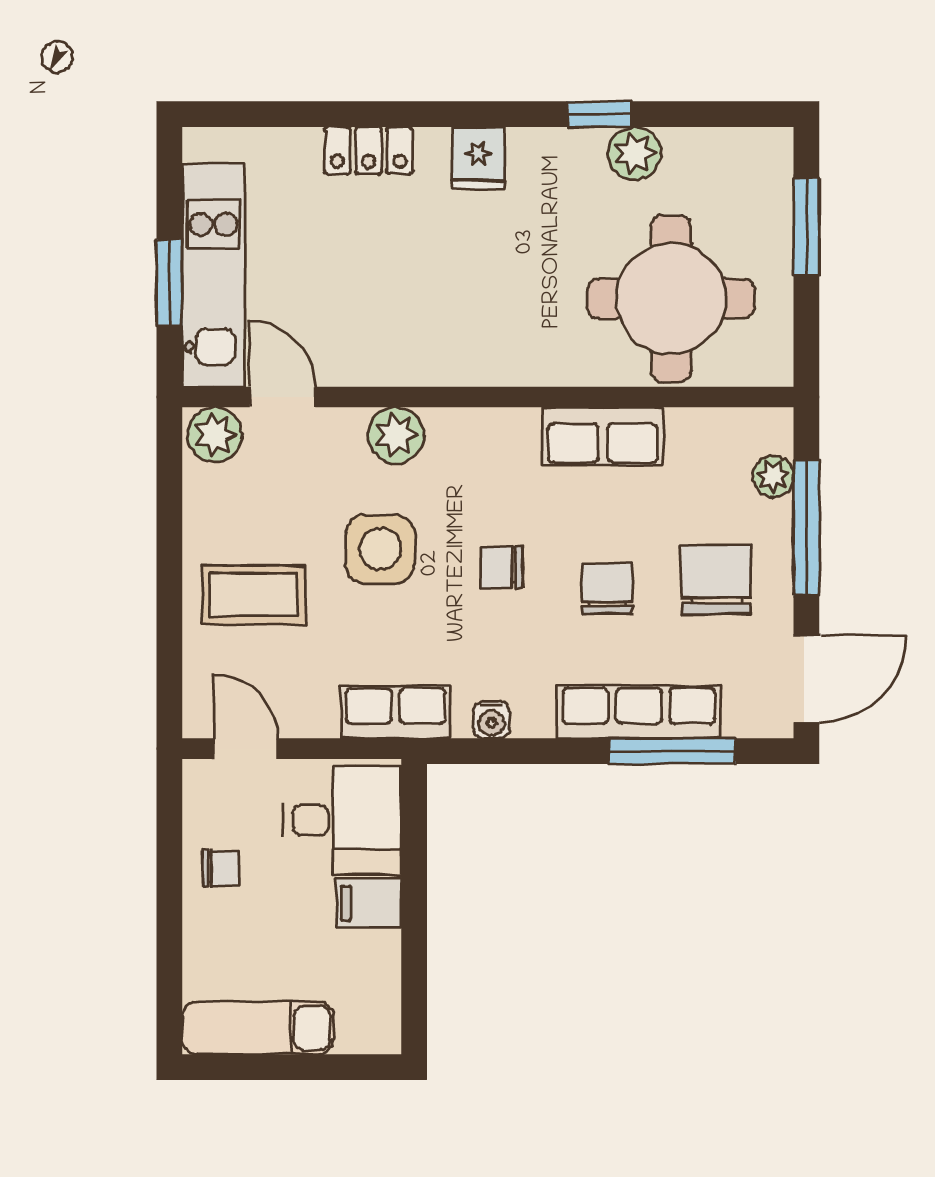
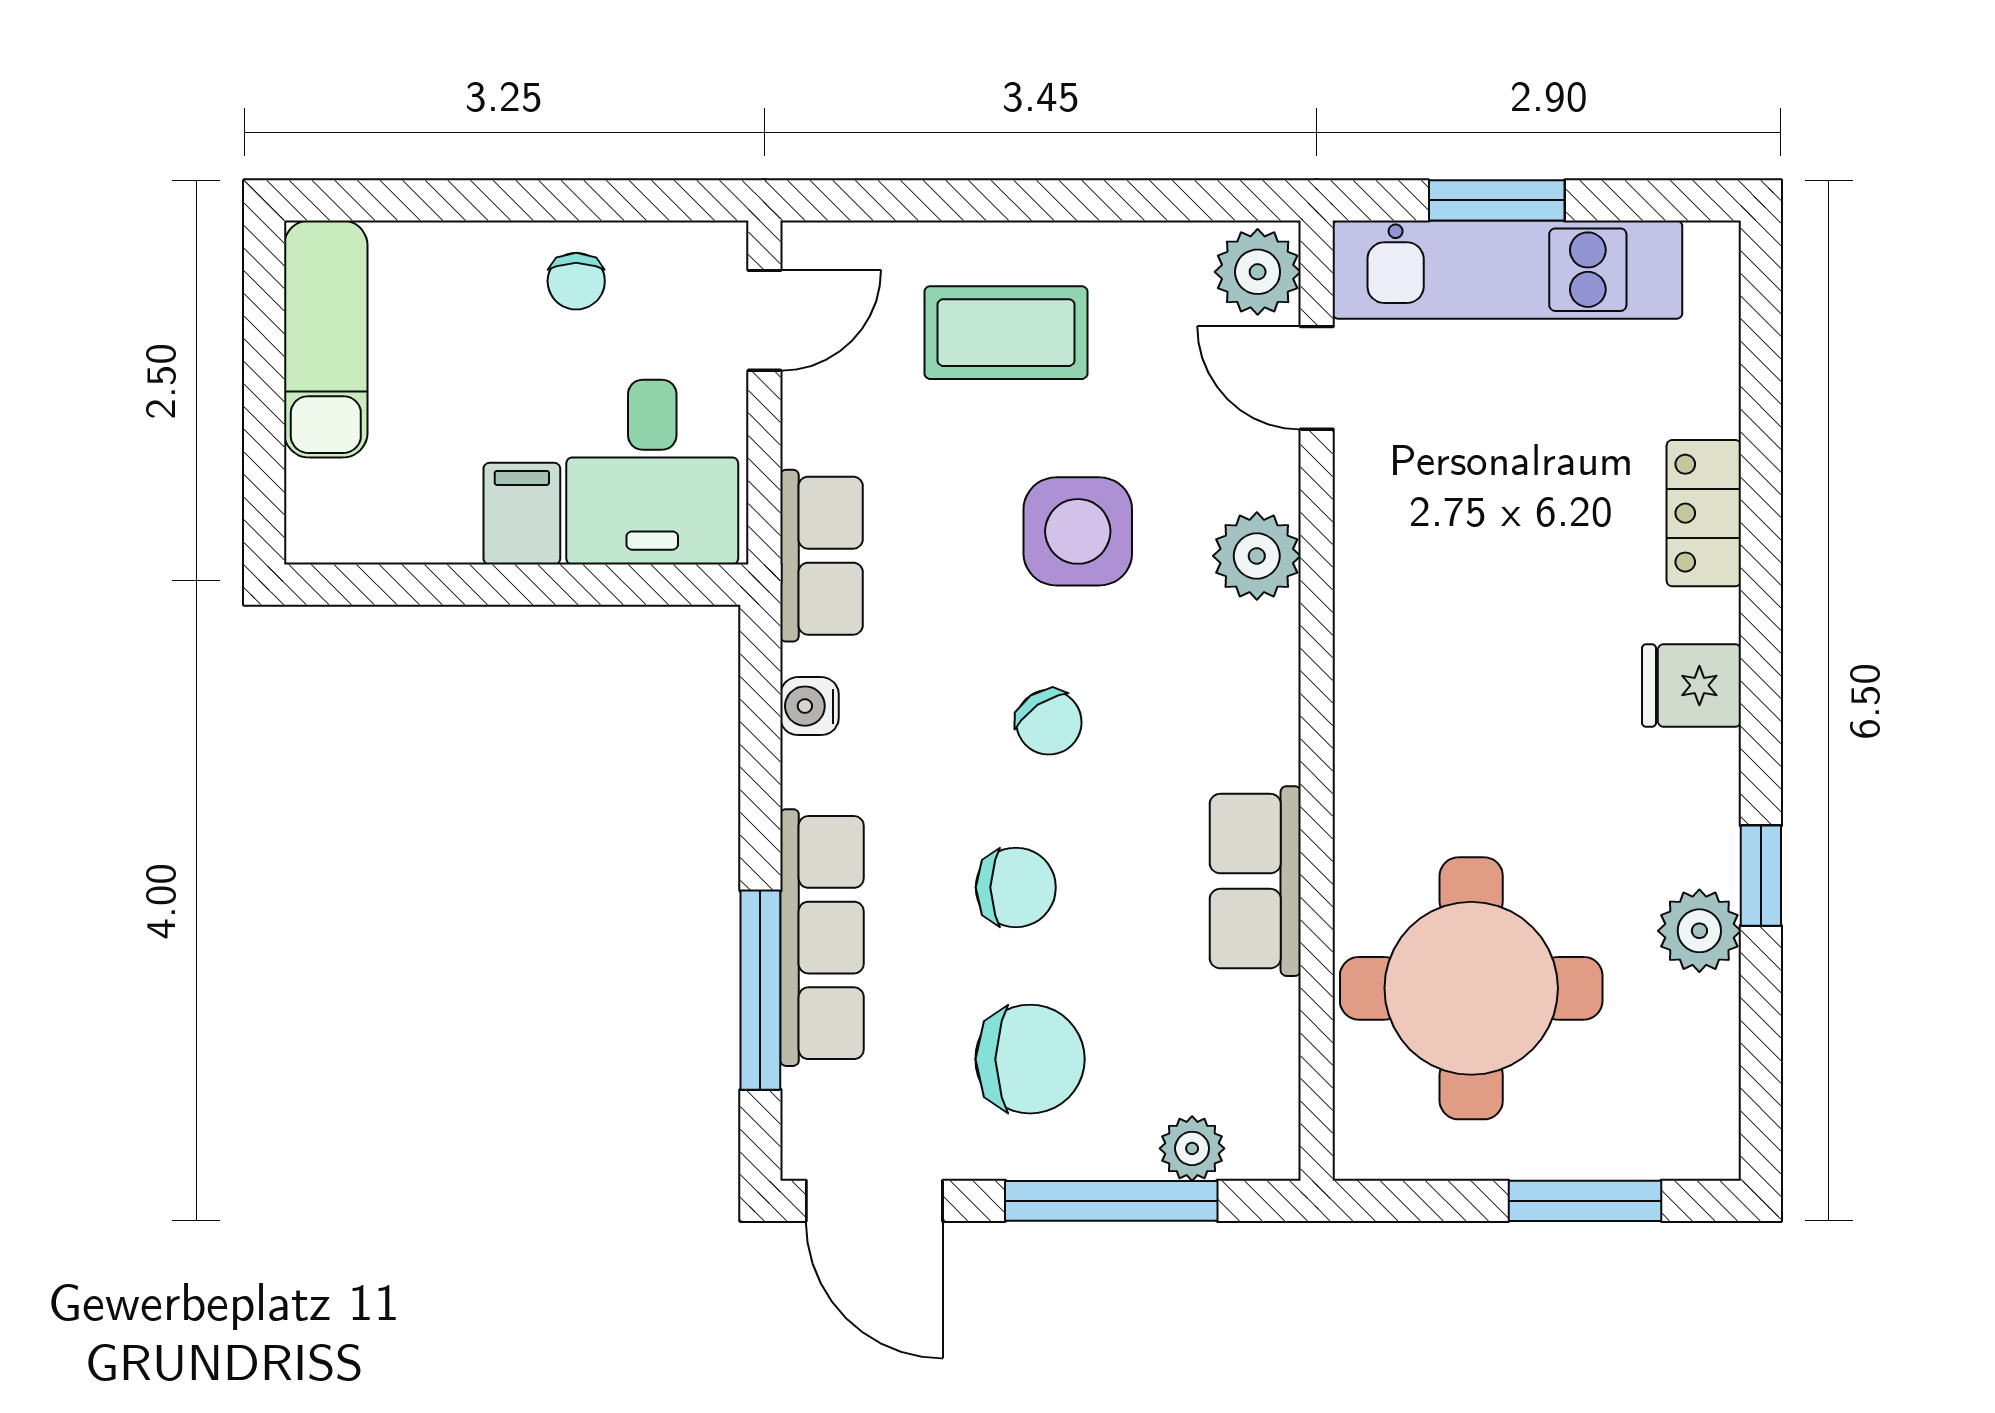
door: (282, 397) -> (1317, 378), swing flipped
chair: (502, 568) -> (1049, 722), turned 146
coffee table: (254, 595) -> (1006, 333), turned 90

